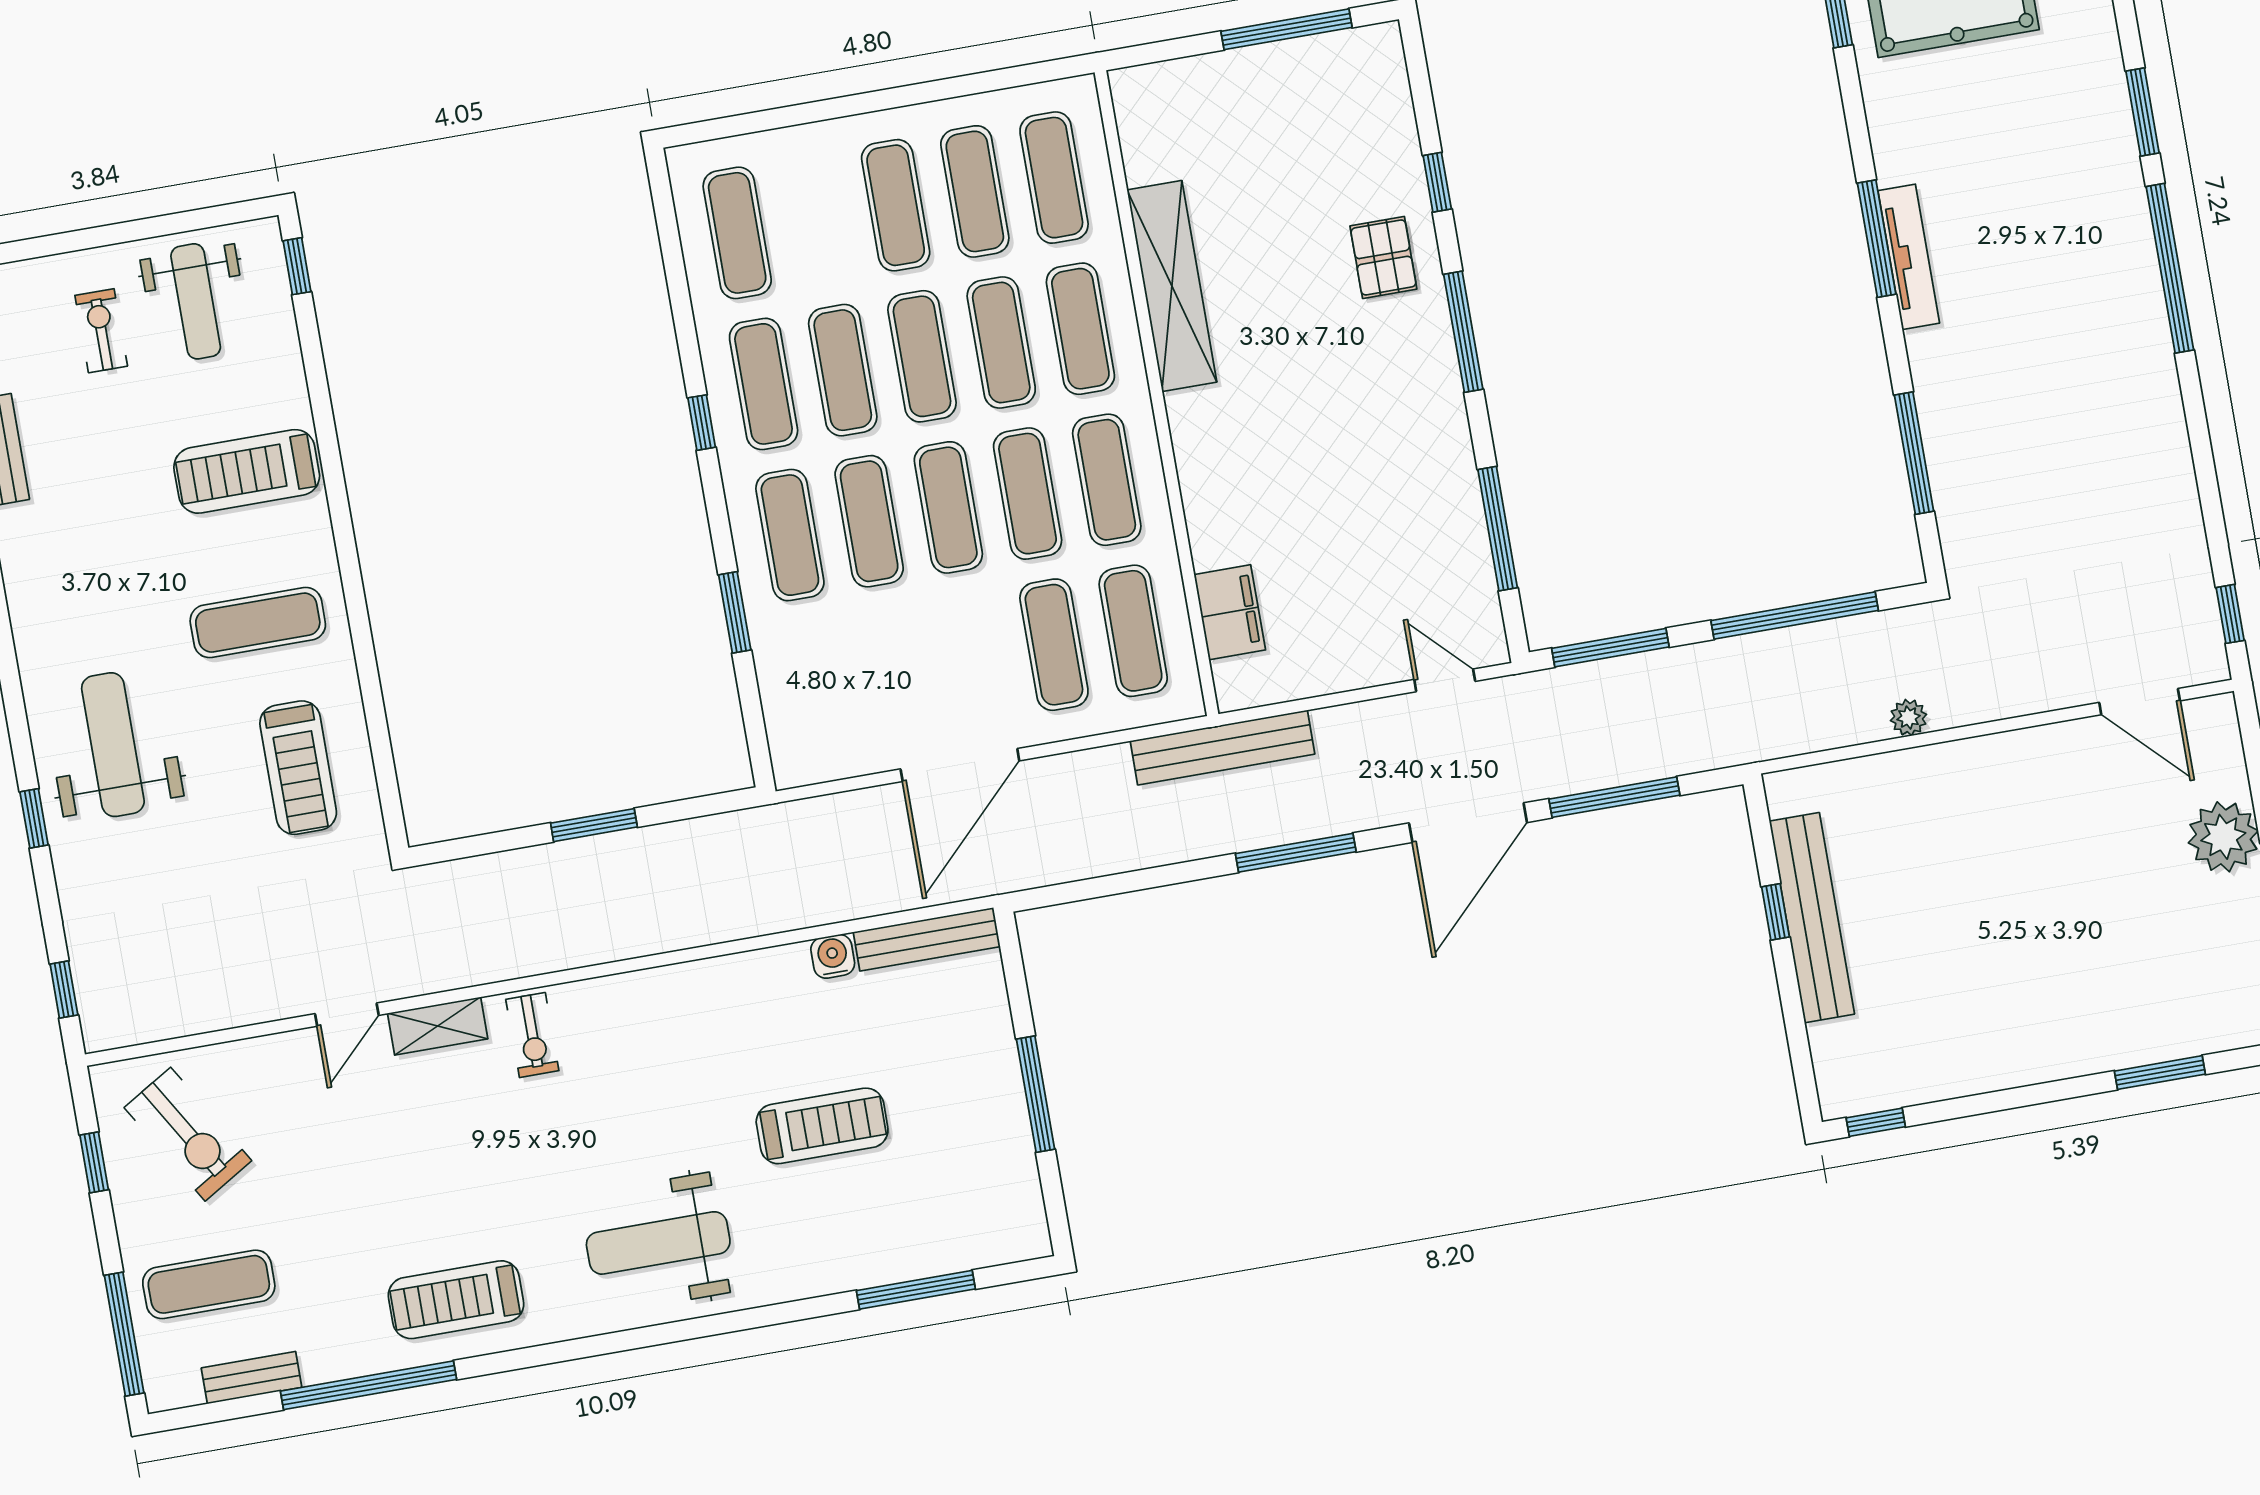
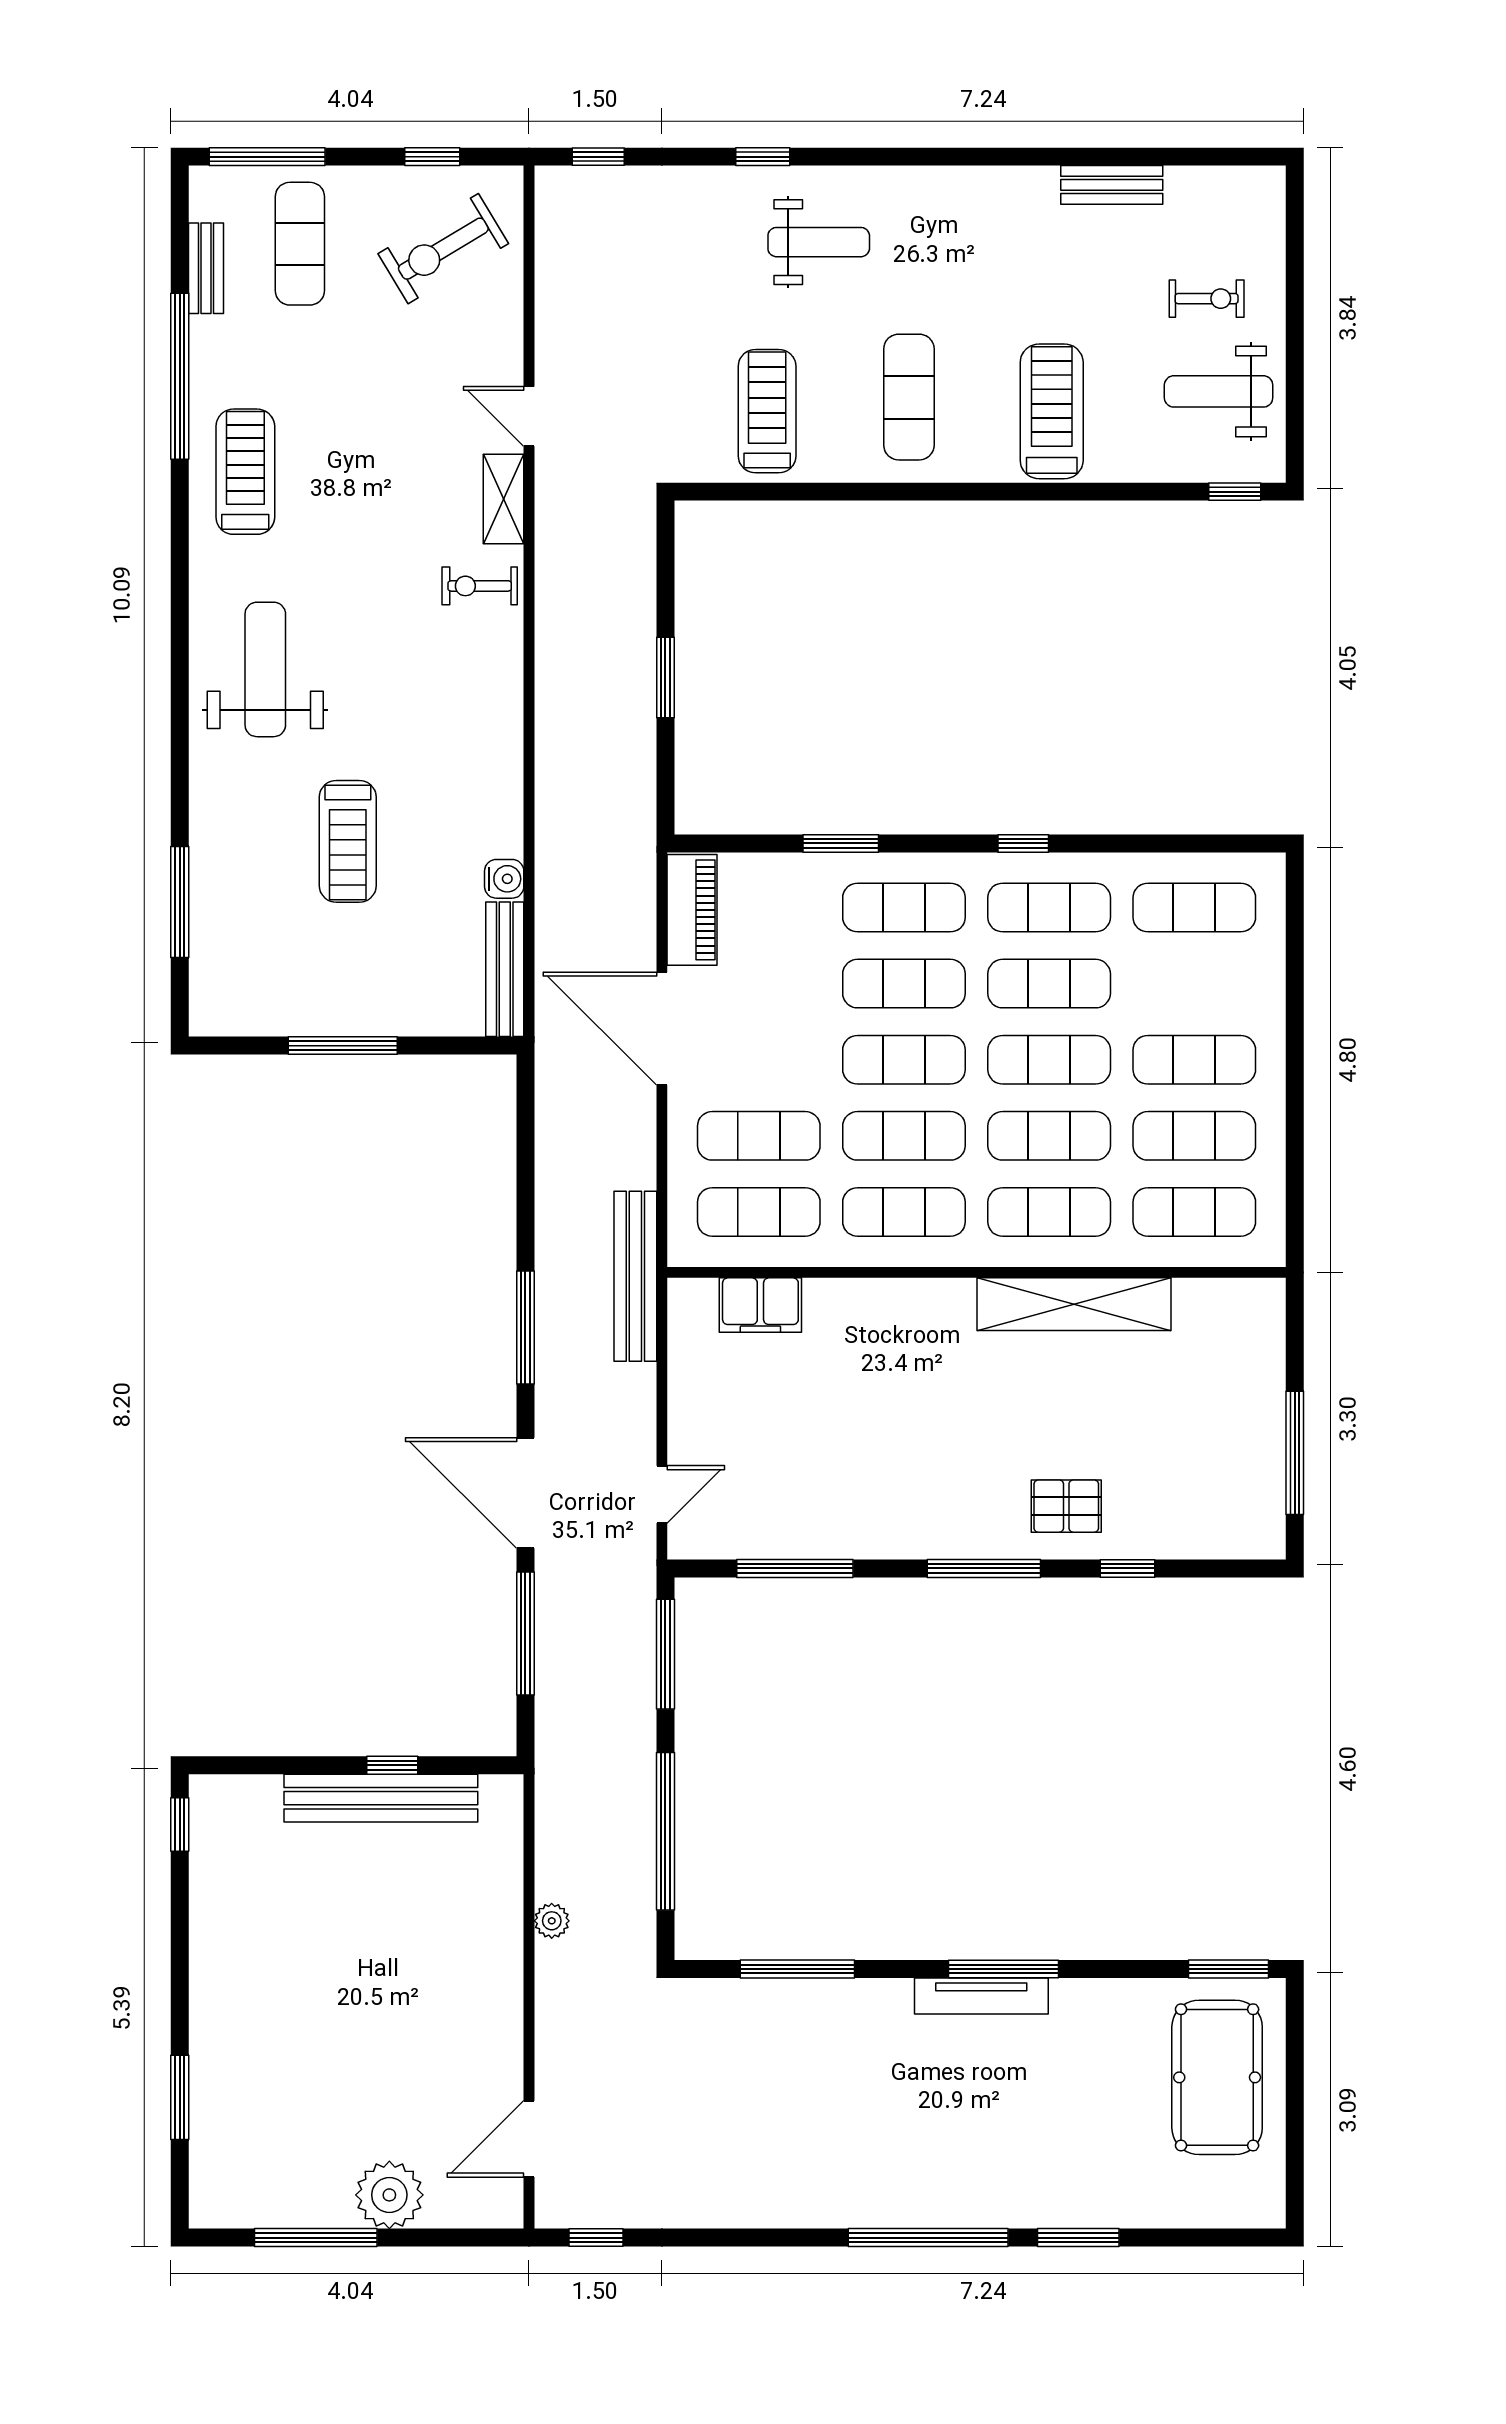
weight bench: (113, 745) -> (819, 242), width x0.73, depth x0.75
piano: (831, 755) -> (692, 910), added
treadmill: (298, 768) -> (767, 411), turned 90

